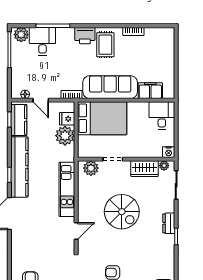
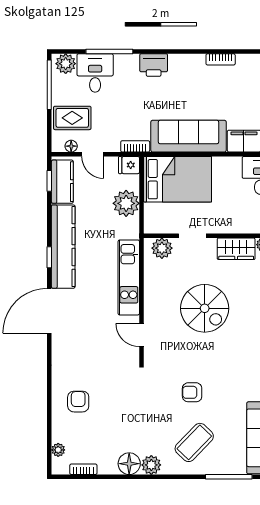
rug: (105, 45) -> (72, 118), moved, turned 90
fridge: (67, 119) -> (129, 165), moved
door: (76, 231) -> (142, 335), swing flipped

